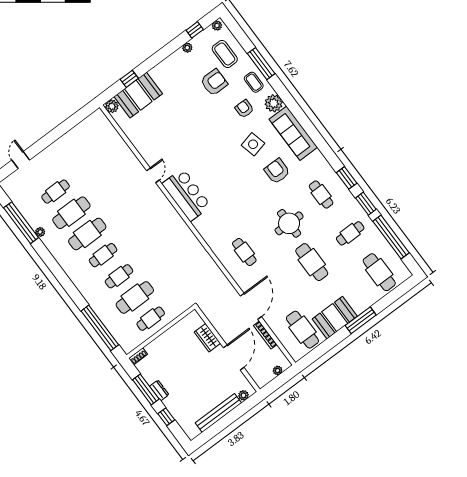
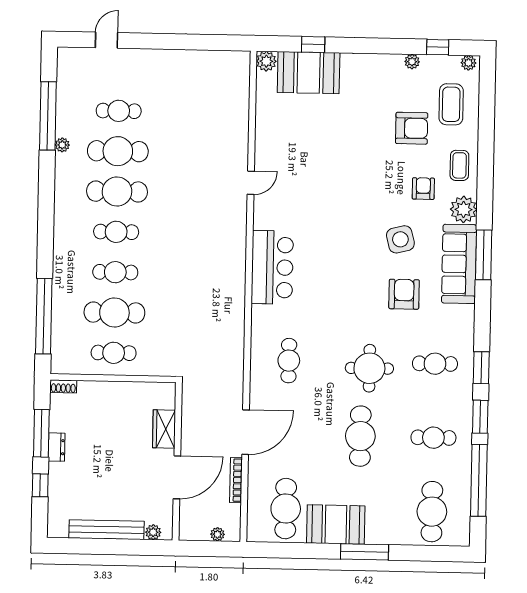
window: (261, 64) -> (484, 255), moved
bar counter: (186, 195) -> (272, 267), moved
cafe table: (321, 195) -> (435, 364), turned 90

